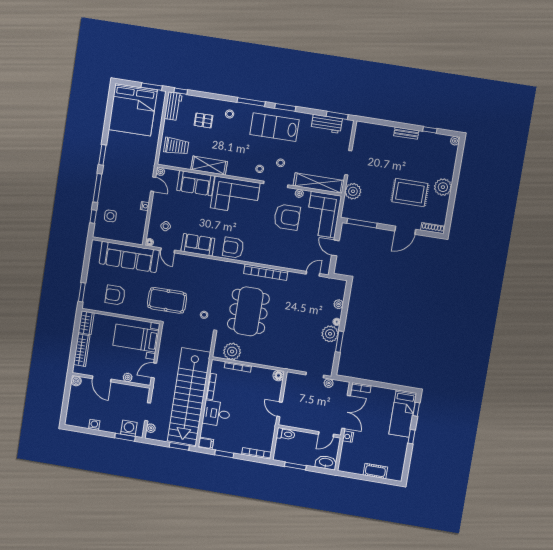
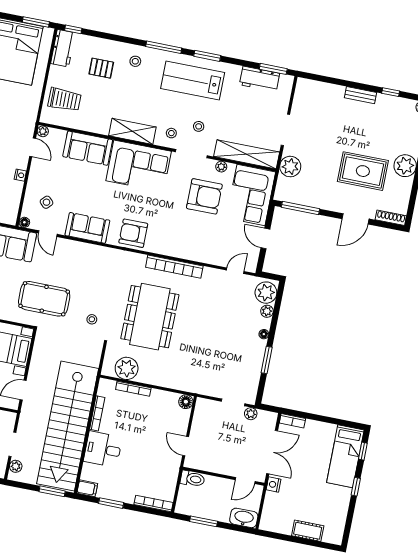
shelving: (209, 166) -> (132, 131), moved
plant: (330, 334) -> (266, 293), moved

